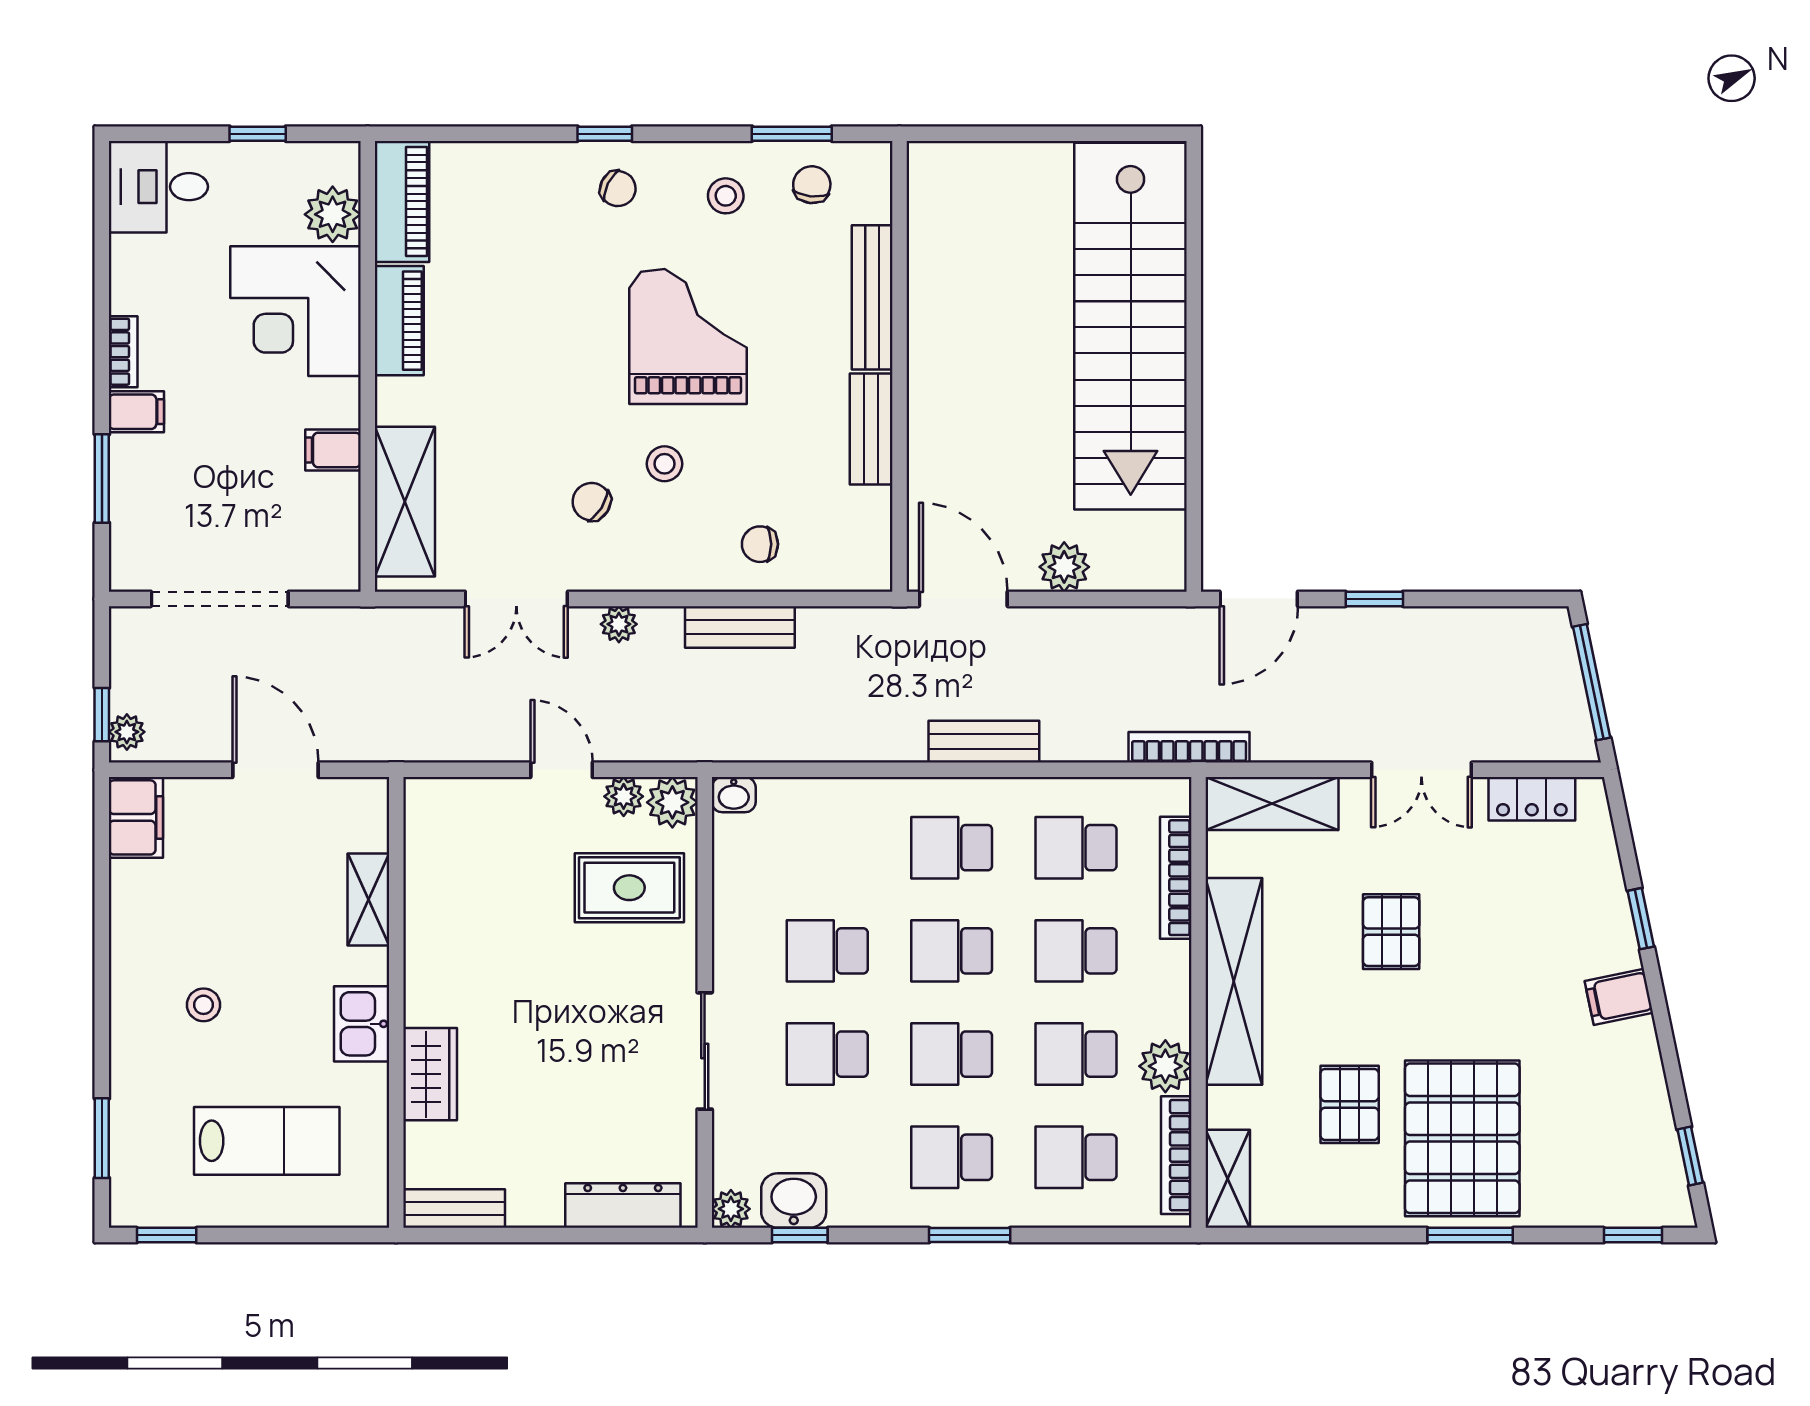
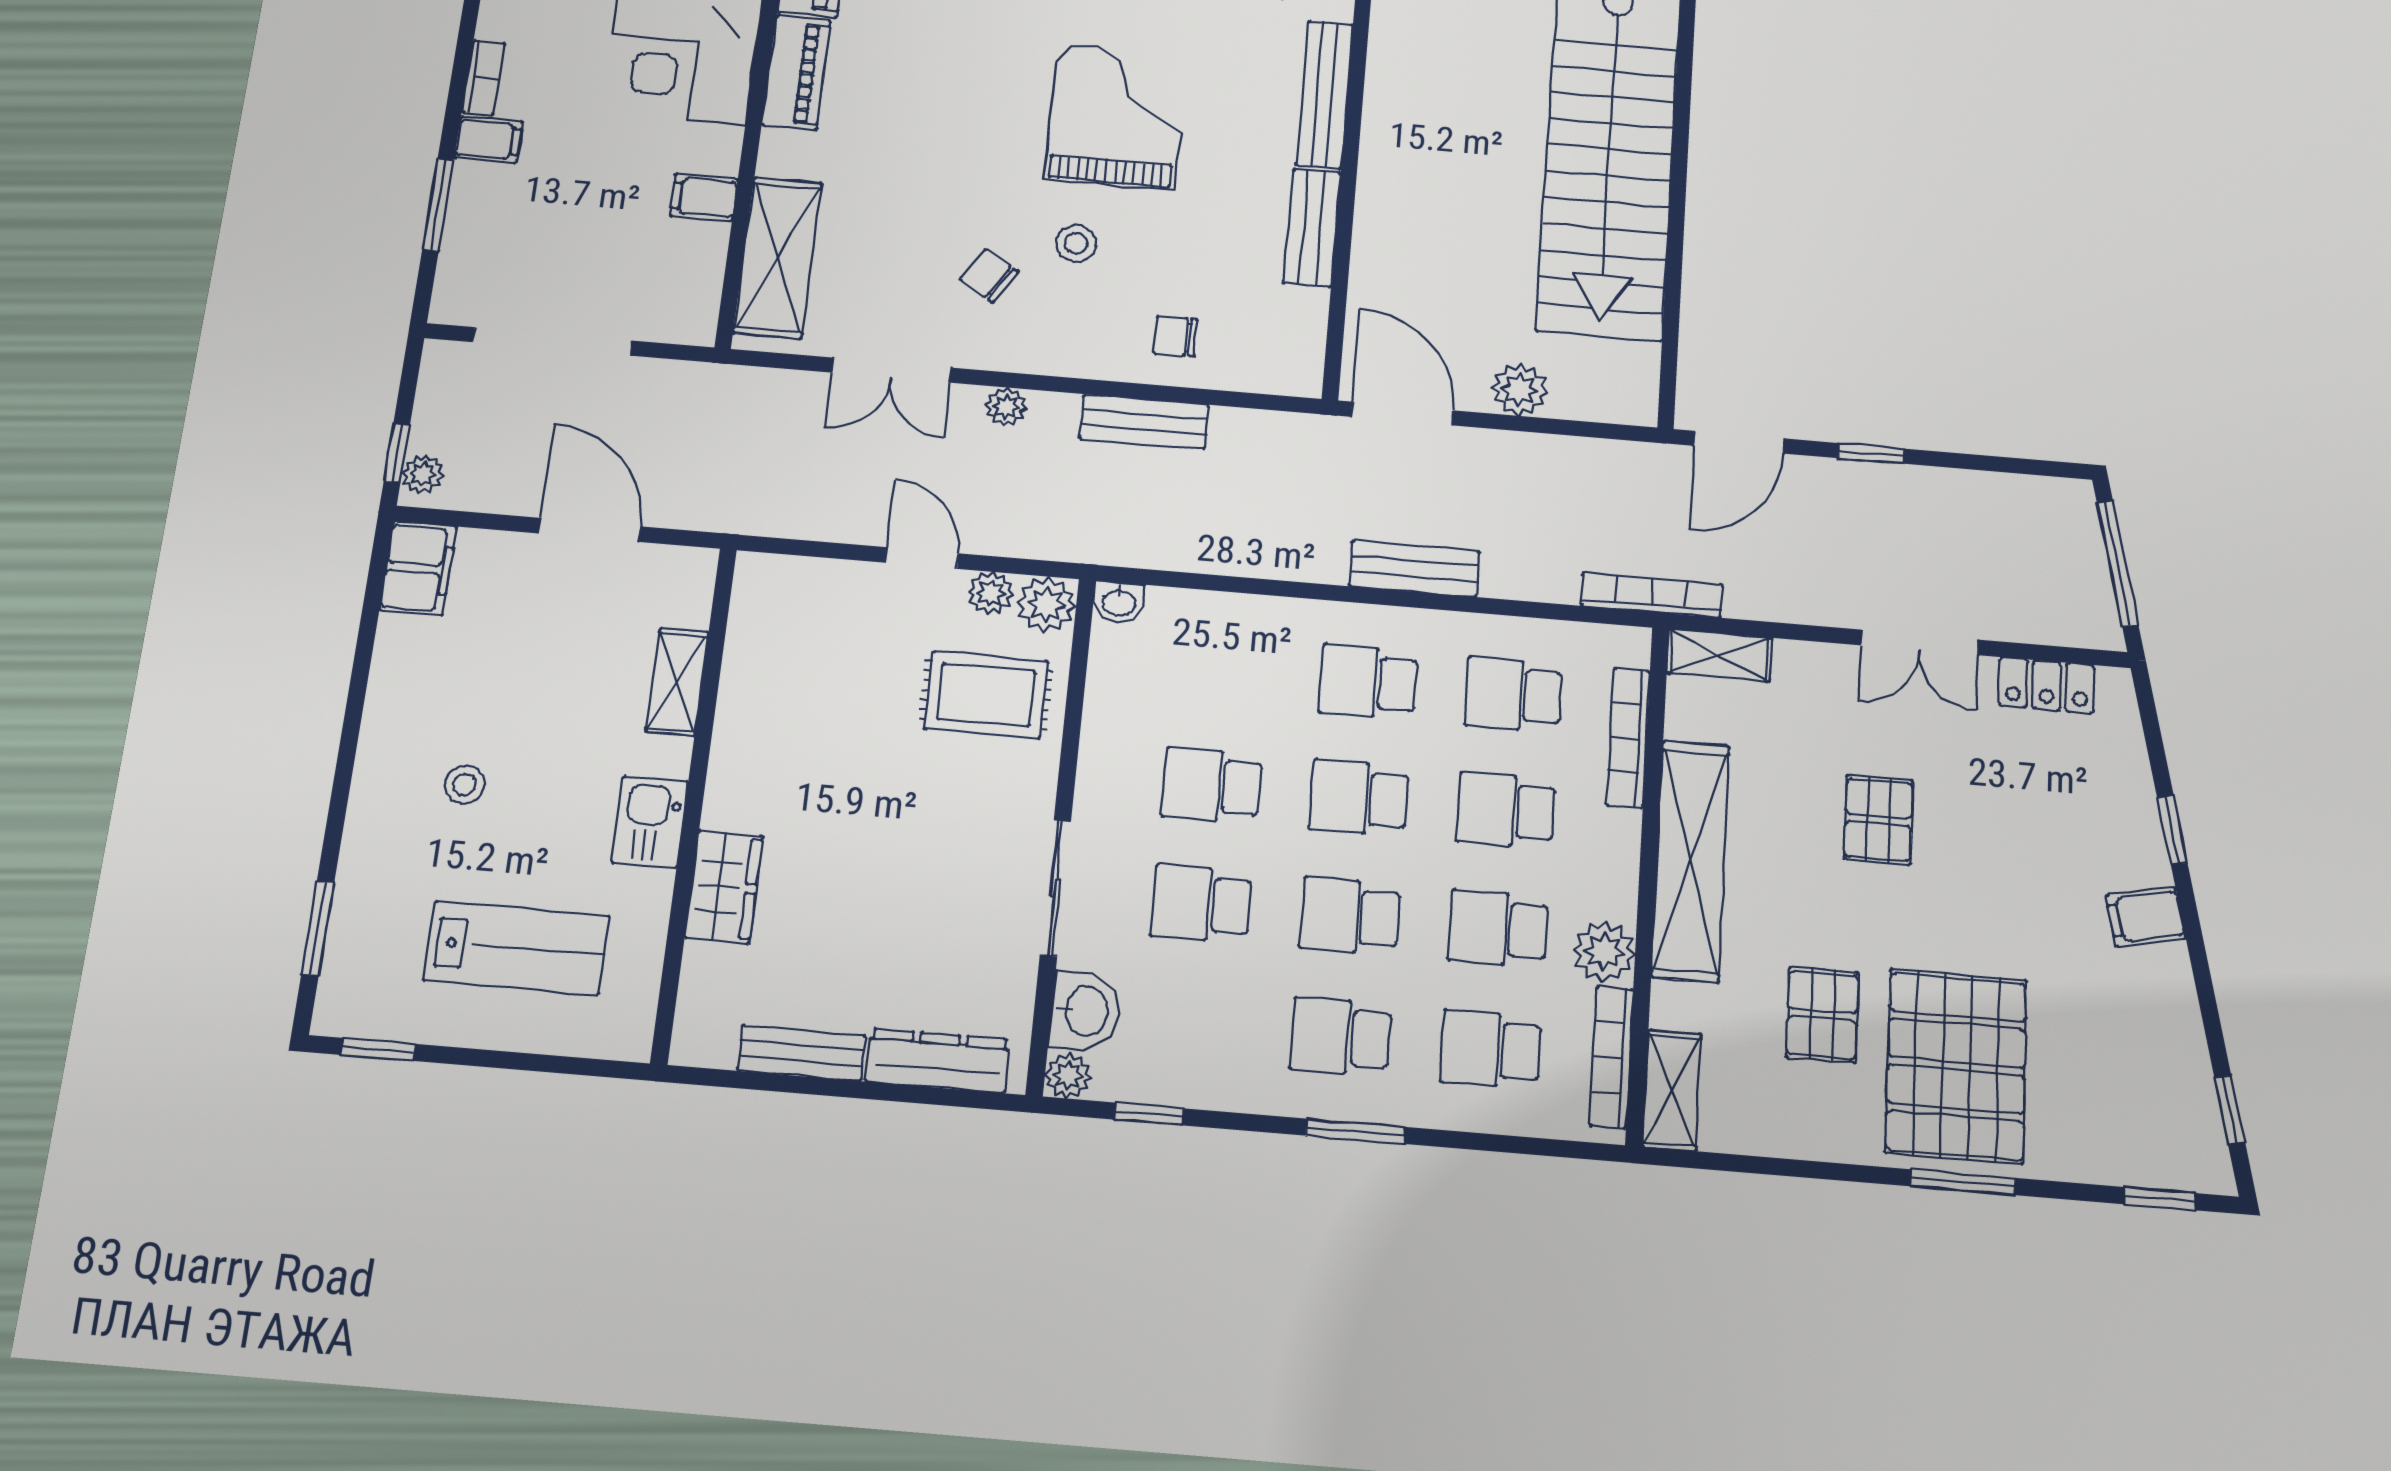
shelving: (1272, 804) -> (1719, 655), width x0.67, depth x0.75
washbasin: (794, 1201) -> (1085, 1011), moved, turned 90
bench: (454, 1209) -> (801, 1053), moved

